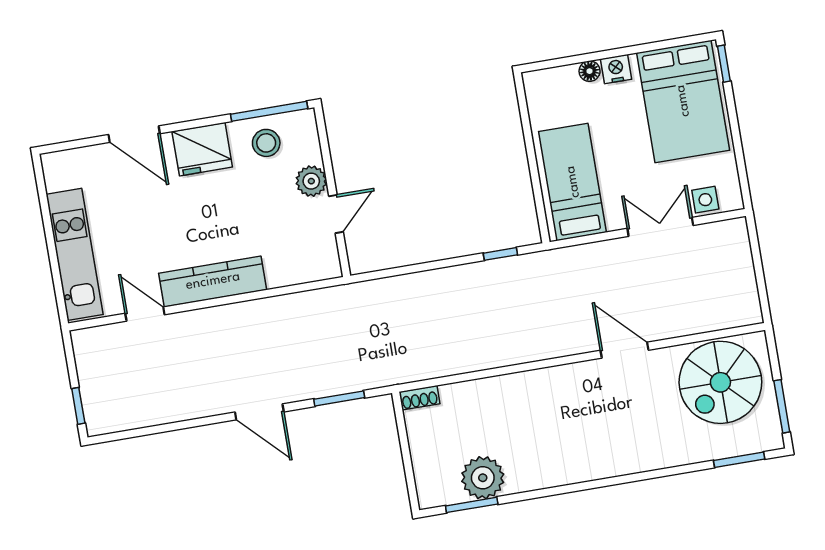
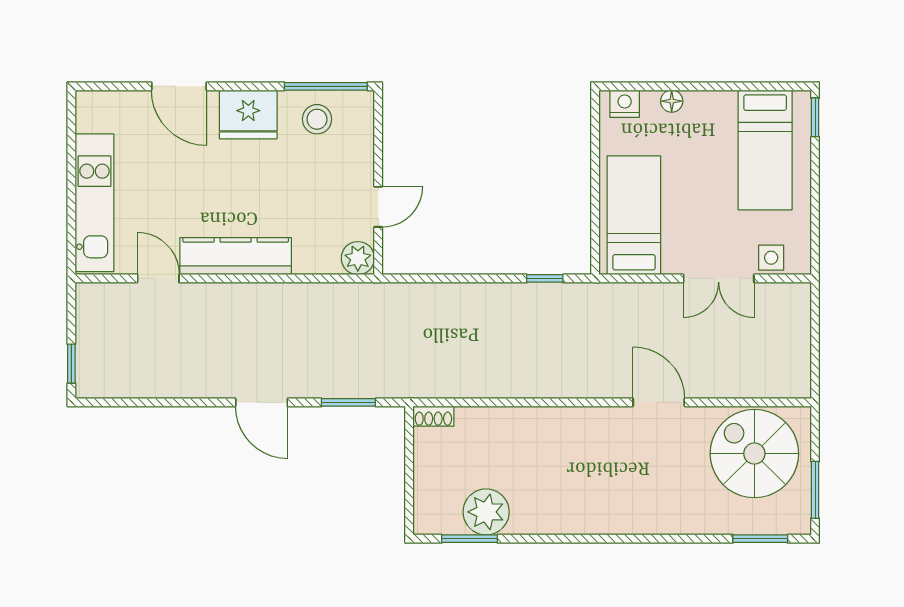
nightstand: (616, 69) -> (625, 104), moved
bed: (683, 101) -> (765, 150), width x0.67
plant: (311, 181) -> (358, 258), moved
double door: (660, 227) -> (719, 278), swing flipped
spiral stairs: (720, 382) -> (754, 454), turned 90

